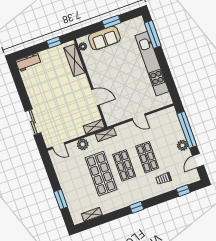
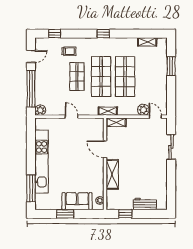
shelving: (74, 60) -> (112, 174), moved
workbench: (28, 62) -> (145, 204), moved
plant: (83, 144) -> (143, 110), moved
plant: (183, 145) -> (40, 110), moved
shop shelf: (124, 165) -> (101, 77), width x1.43, depth x1.36

